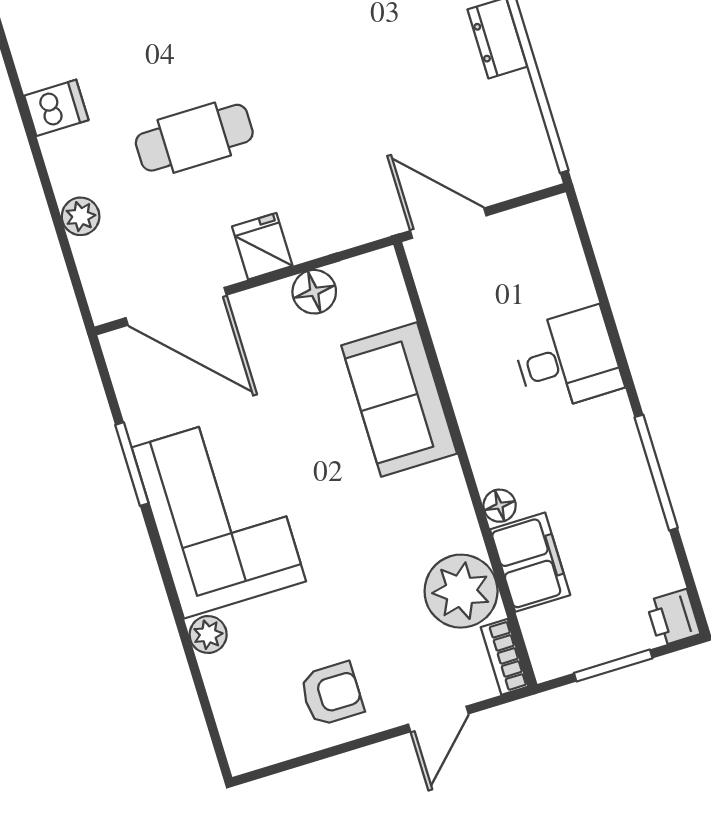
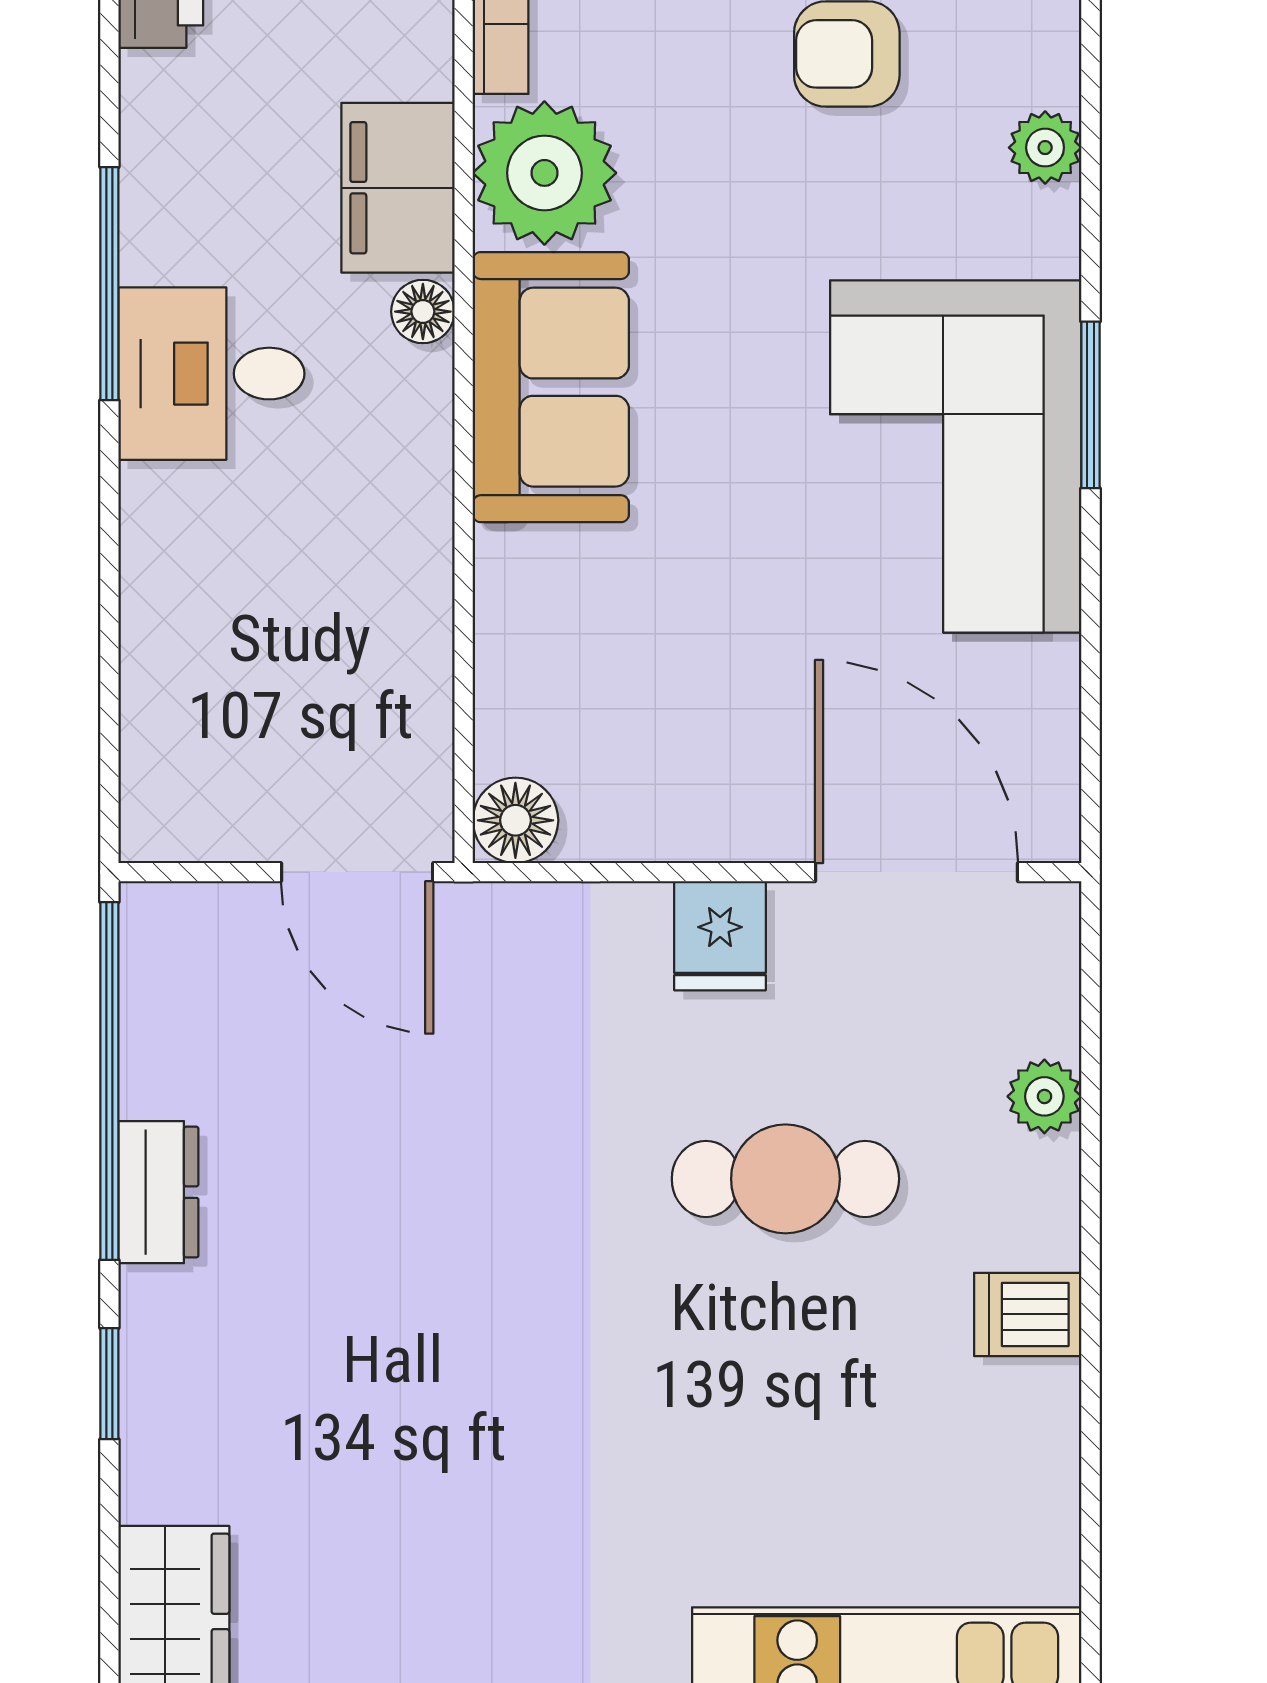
floor lamp: (314, 292) -> (515, 820), moved
desk: (567, 359) -> (211, 374), moved
sofa: (399, 400) -> (551, 387), moved
window: (132, 464) -> (1090, 405), moved
plant: (208, 635) -> (1045, 148), moved

